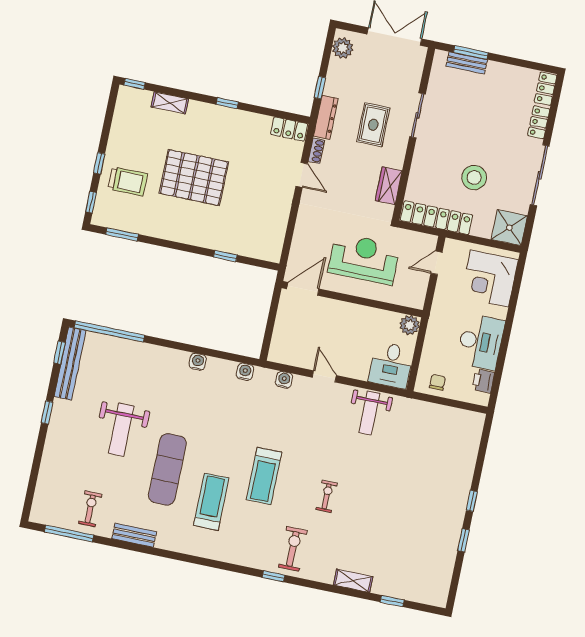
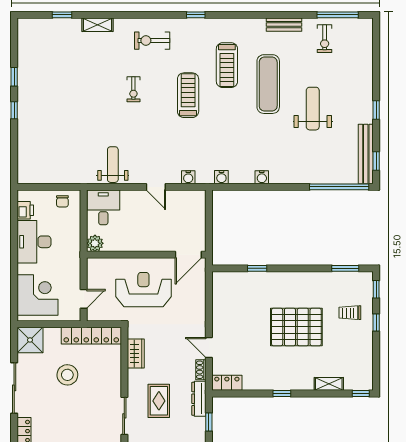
trolley: (128, 181) -> (350, 313), width x0.73, depth x0.72
reception desk: (364, 259) -> (143, 290), turned 180
exercise bike: (293, 549) -> (152, 41), turned 90
window: (274, 576) -> (196, 15), moved

